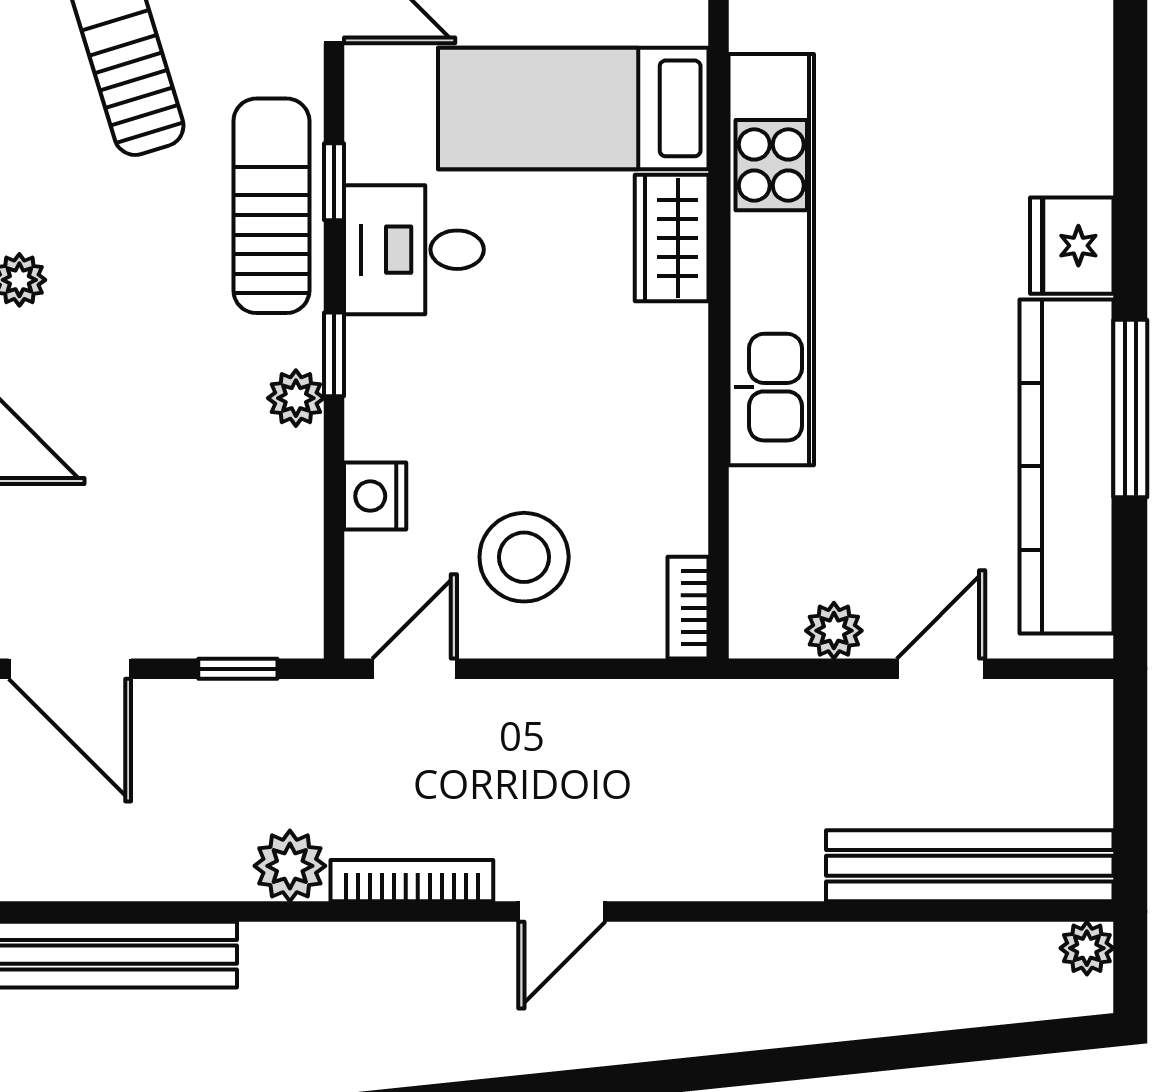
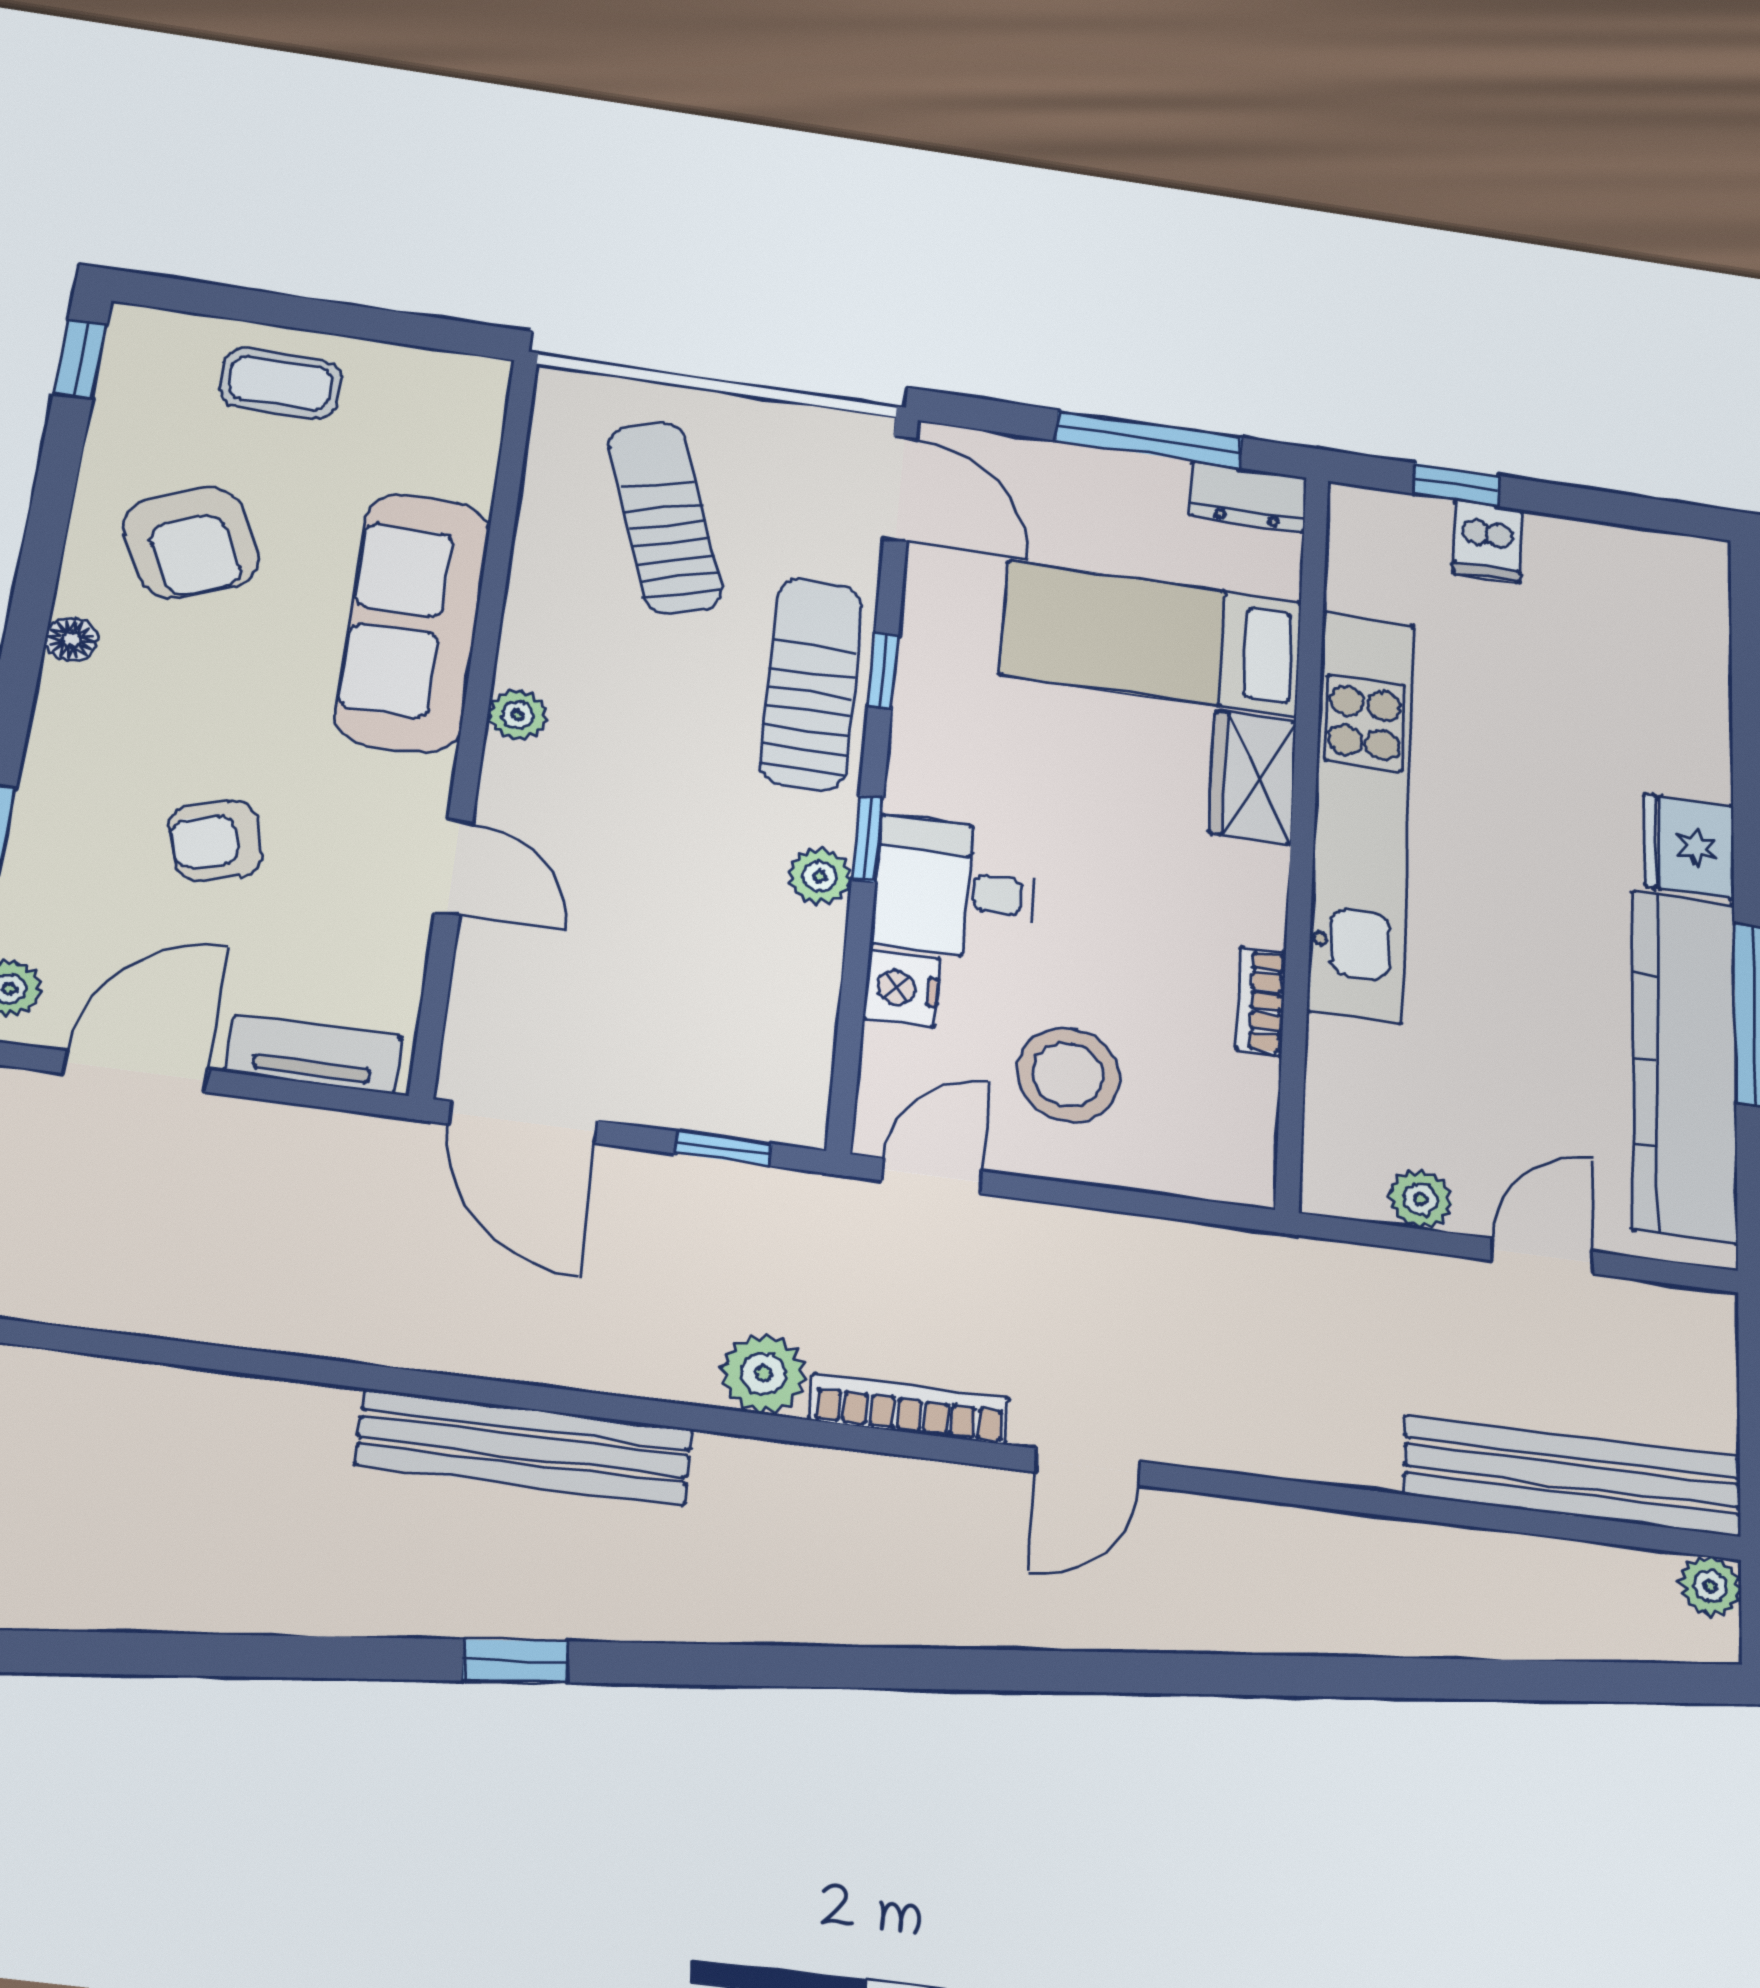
desk: (414, 250) -> (955, 889), moved
bookcase: (688, 608) -> (1261, 1001), moved

